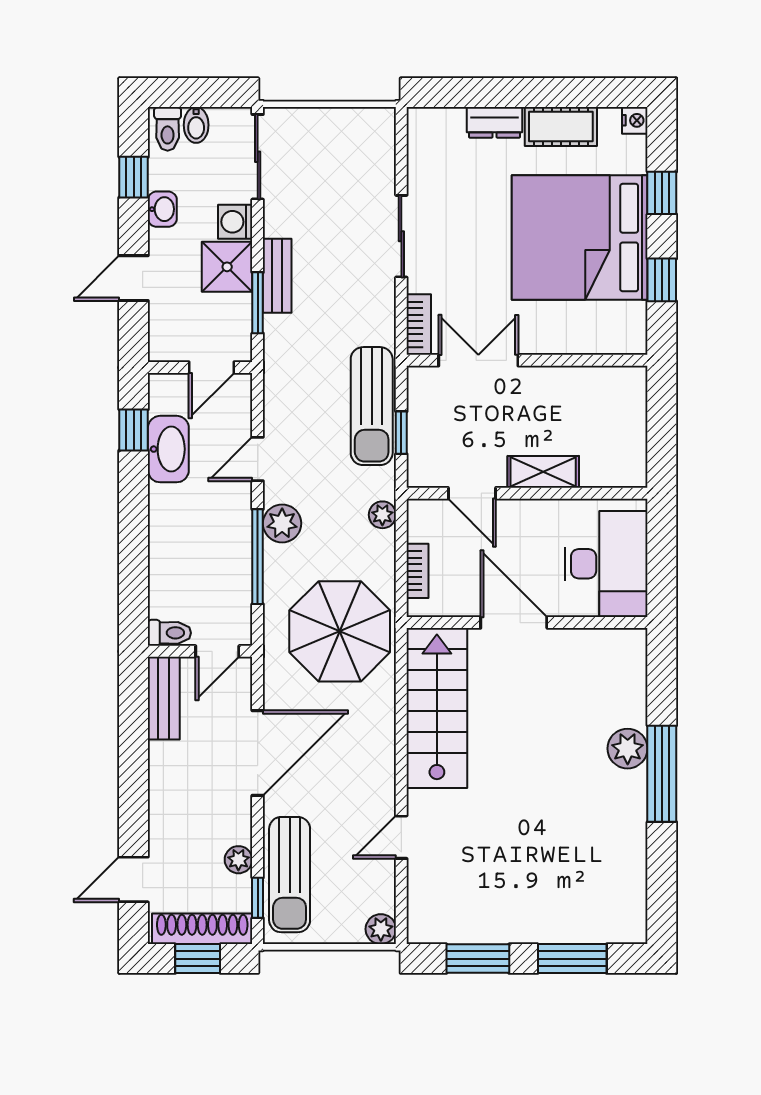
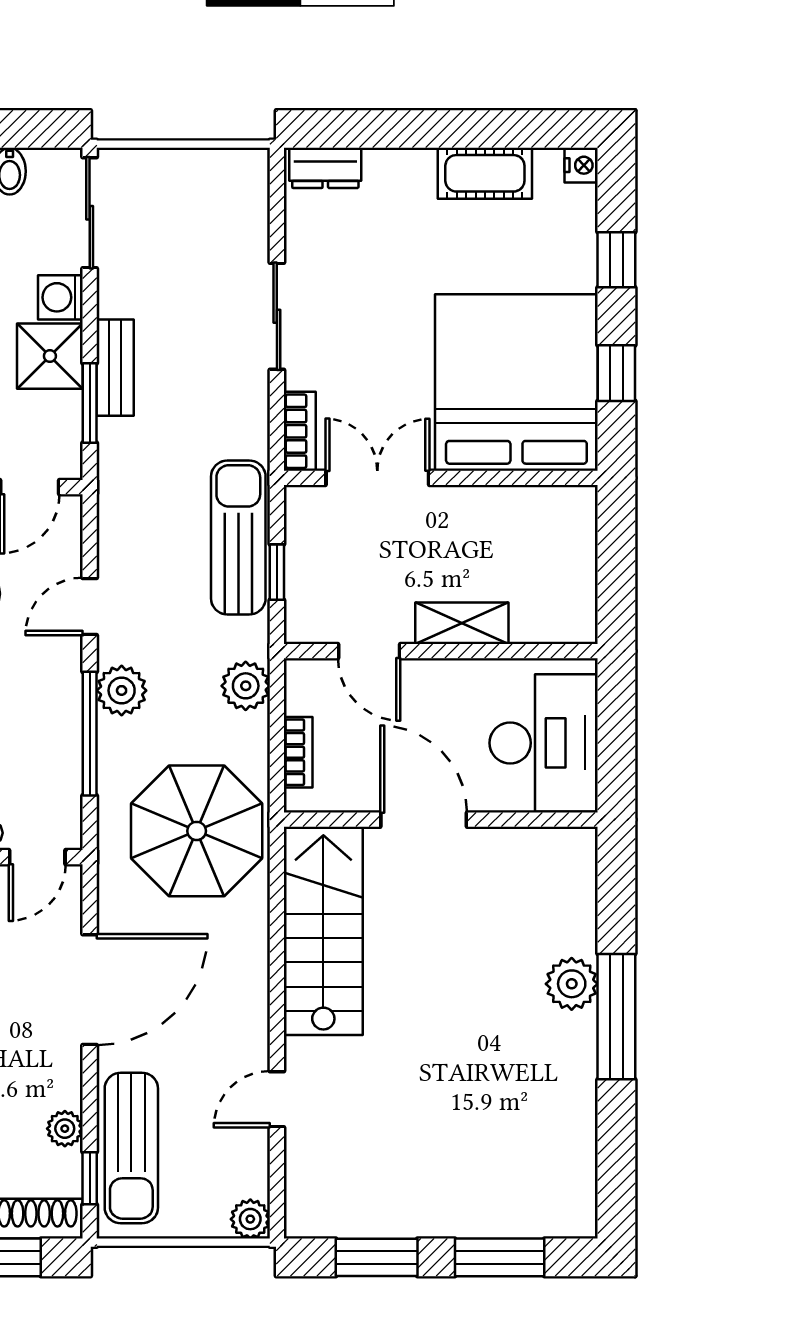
dresser: (495, 122) -> (325, 168), moved
bed: (580, 238) -> (516, 383), moved, turned 90
sun lounger: (372, 406) -> (238, 537), turned 180
plant: (382, 515) -> (246, 686), width x1.38, depth x1.38

